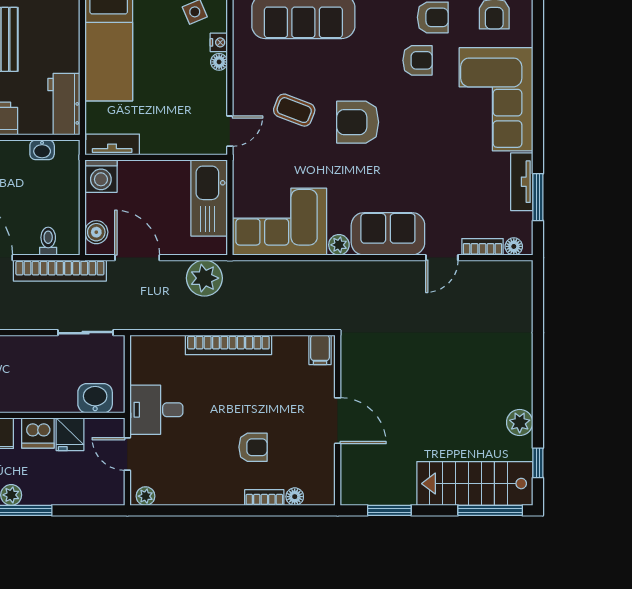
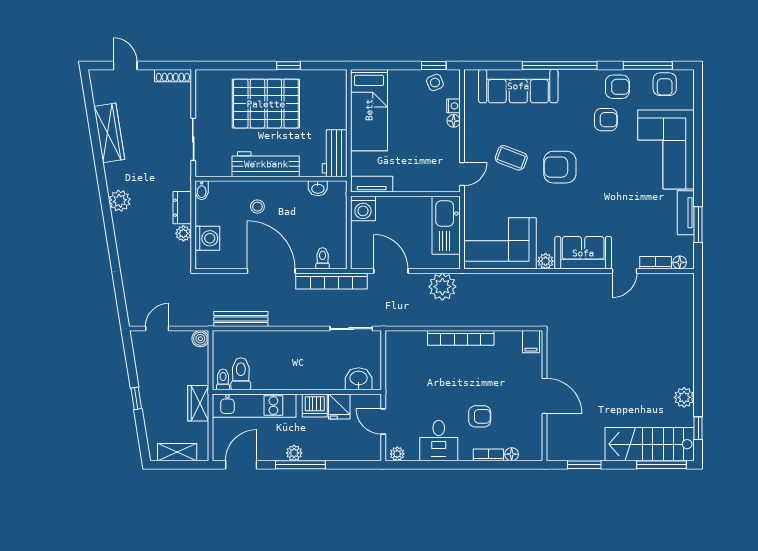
boiler: (96, 232) -> (359, 251), removed
desk: (156, 410) -> (439, 441), moved, turned -90

